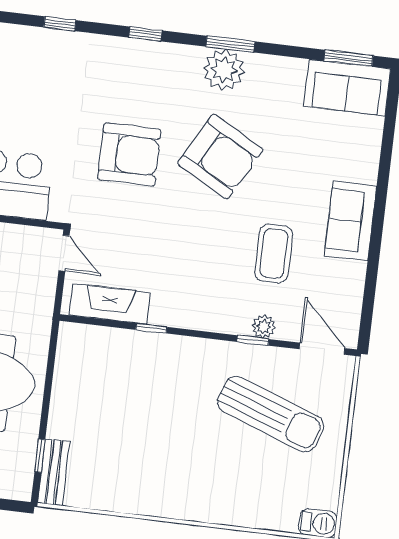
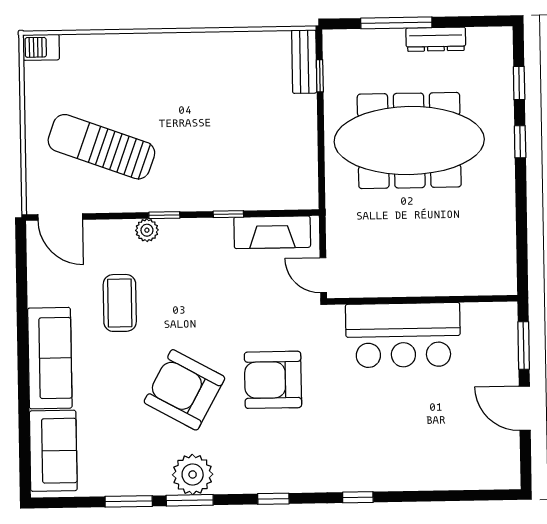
window: (348, 58) -> (129, 501), moved
sofa: (347, 87) -> (53, 451), moved, turned 90
sofa: (351, 221) -> (50, 358), width x1.36
plant: (264, 327) -> (147, 230), moved
window: (253, 340) -> (164, 215), moved

